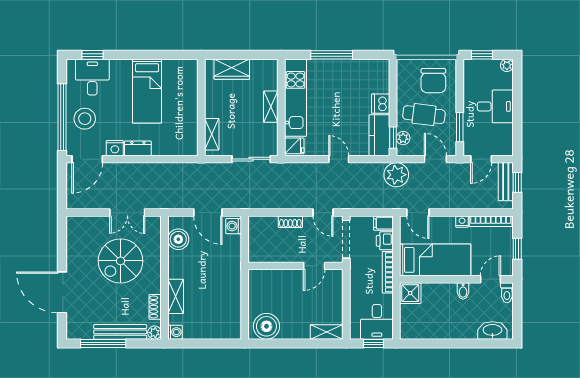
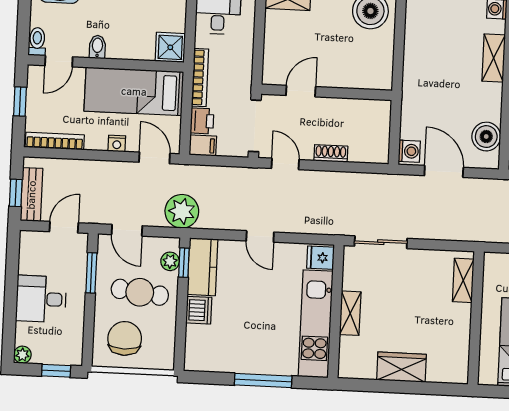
wall: (201, 107) -> (476, 318), moved
shelving: (212, 134) -> (463, 280), moved
nightstand: (462, 222) -> (117, 143), moved

